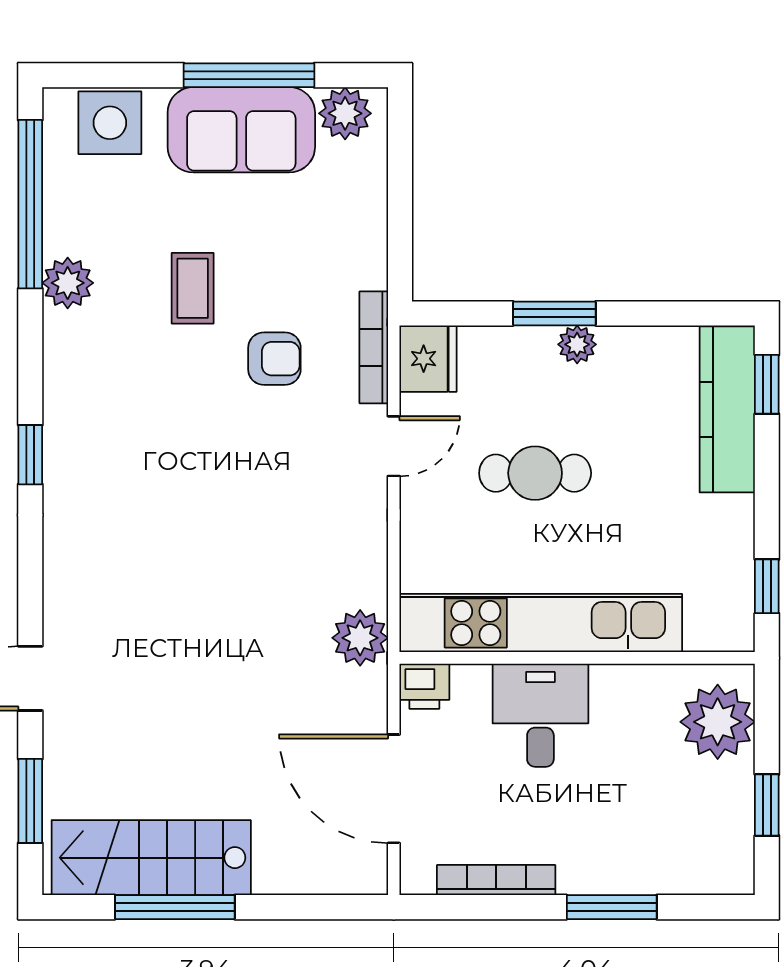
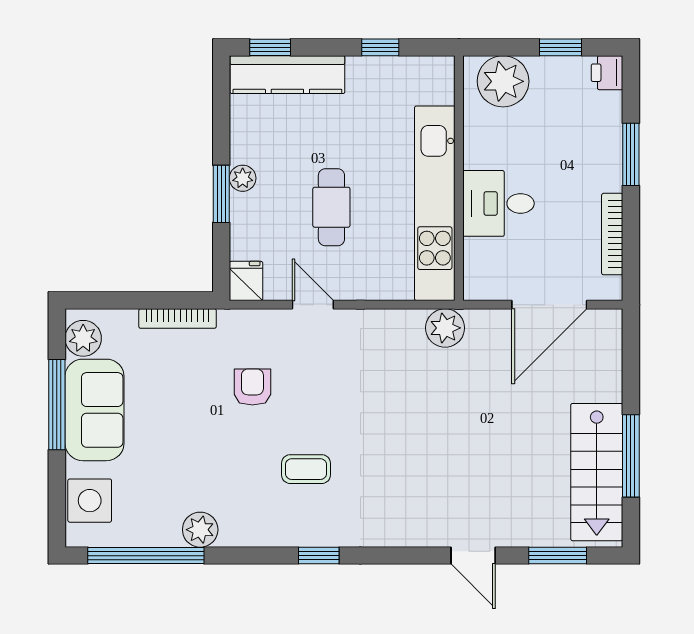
coffee table: (193, 288) -> (306, 469), moved
bookcase: (374, 347) -> (178, 319), moved
fridge: (428, 359) -> (246, 281), width x0.72
window: (767, 586) -> (380, 47), moved
printer: (424, 686) -> (607, 73), moved, turned 180

